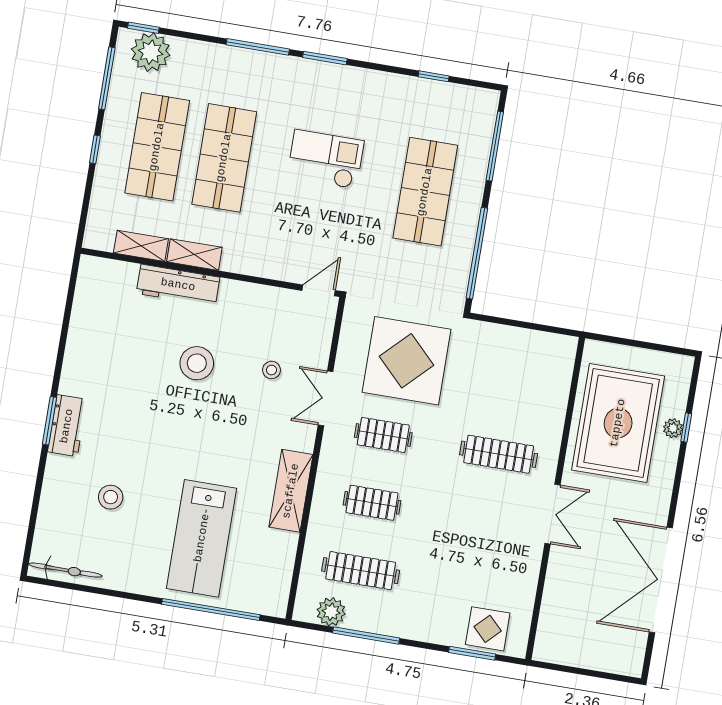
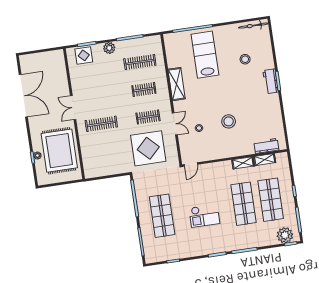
workbench: (178, 285) -> (266, 146), moved, width x0.73
plant: (331, 612) -> (109, 48), moved

